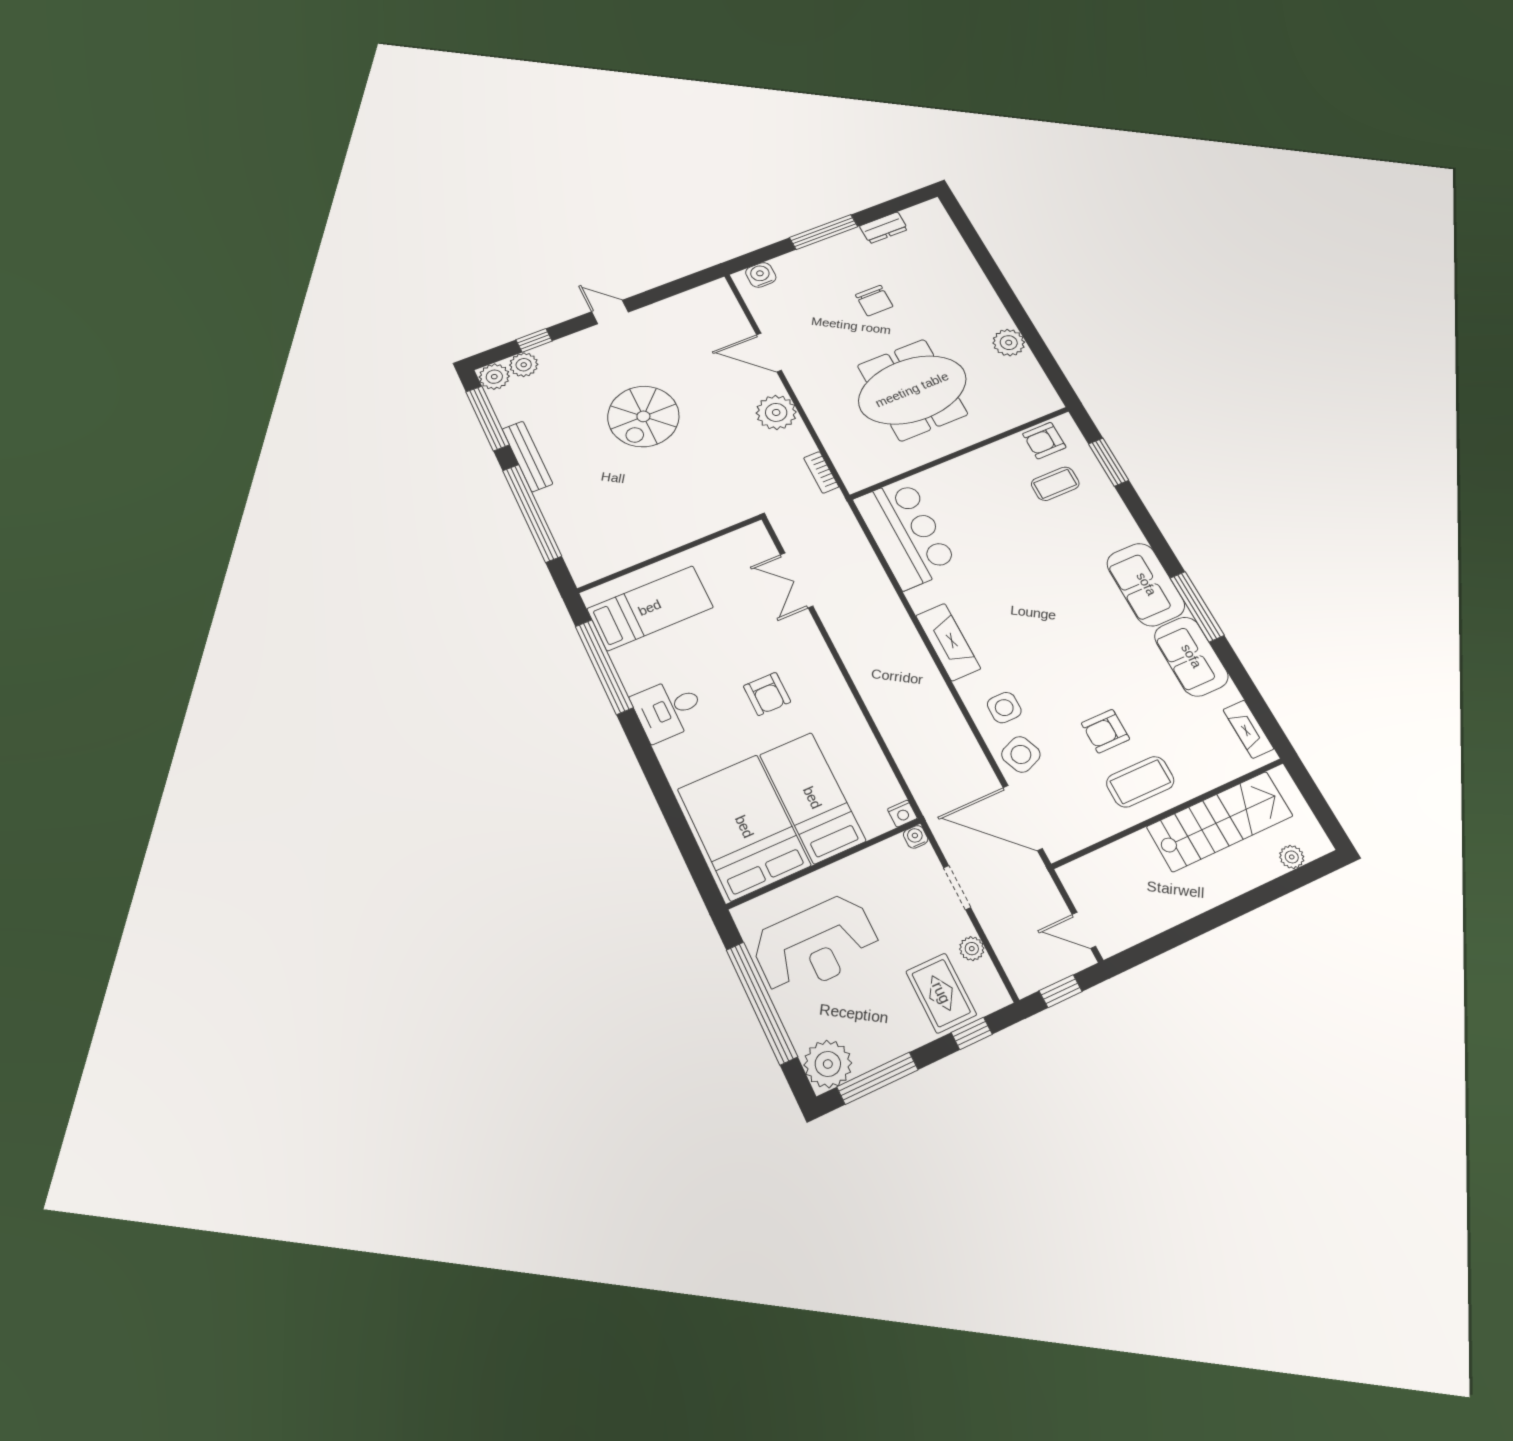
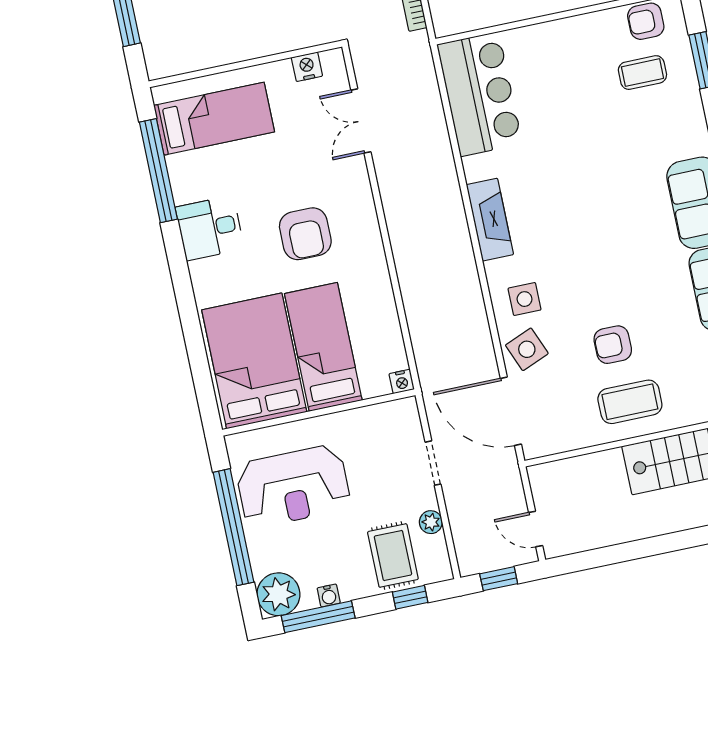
nightstand: (731, 544) -> (307, 67), added
armchair: (767, 694) -> (305, 234), width x1.38, depth x1.38
water cooler: (916, 837) -> (329, 596), moved, turned 180

